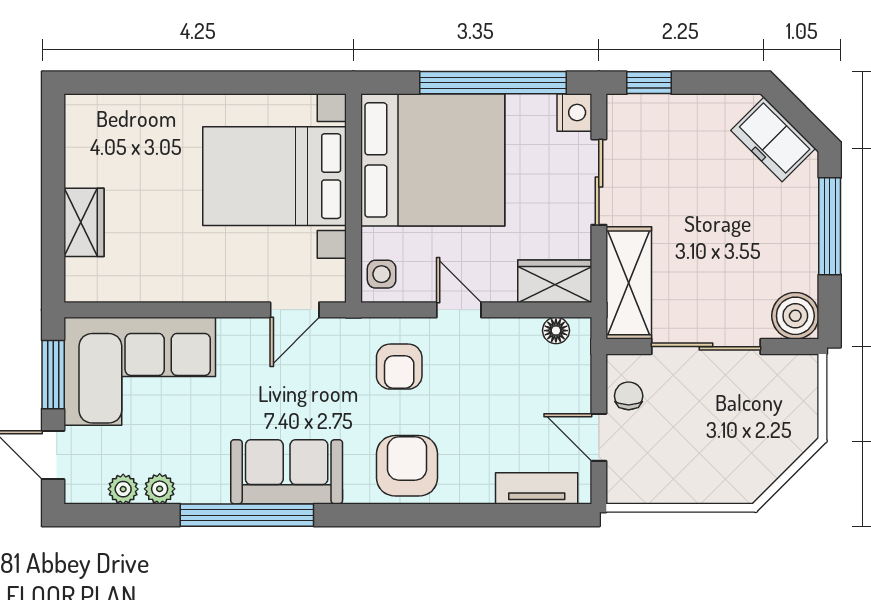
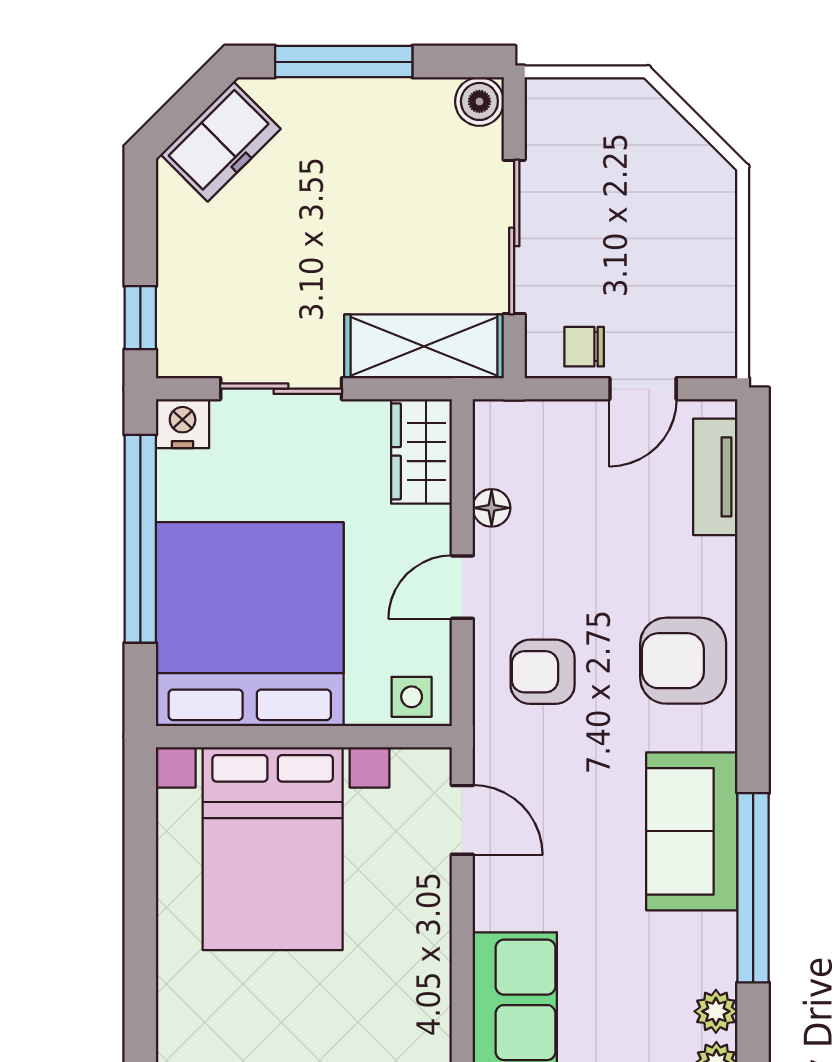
boiler: (795, 316) -> (479, 101), width x0.73, depth x0.73
floor lamp: (556, 331) -> (492, 508), moved
armchair: (399, 367) -> (543, 672), turned 180

